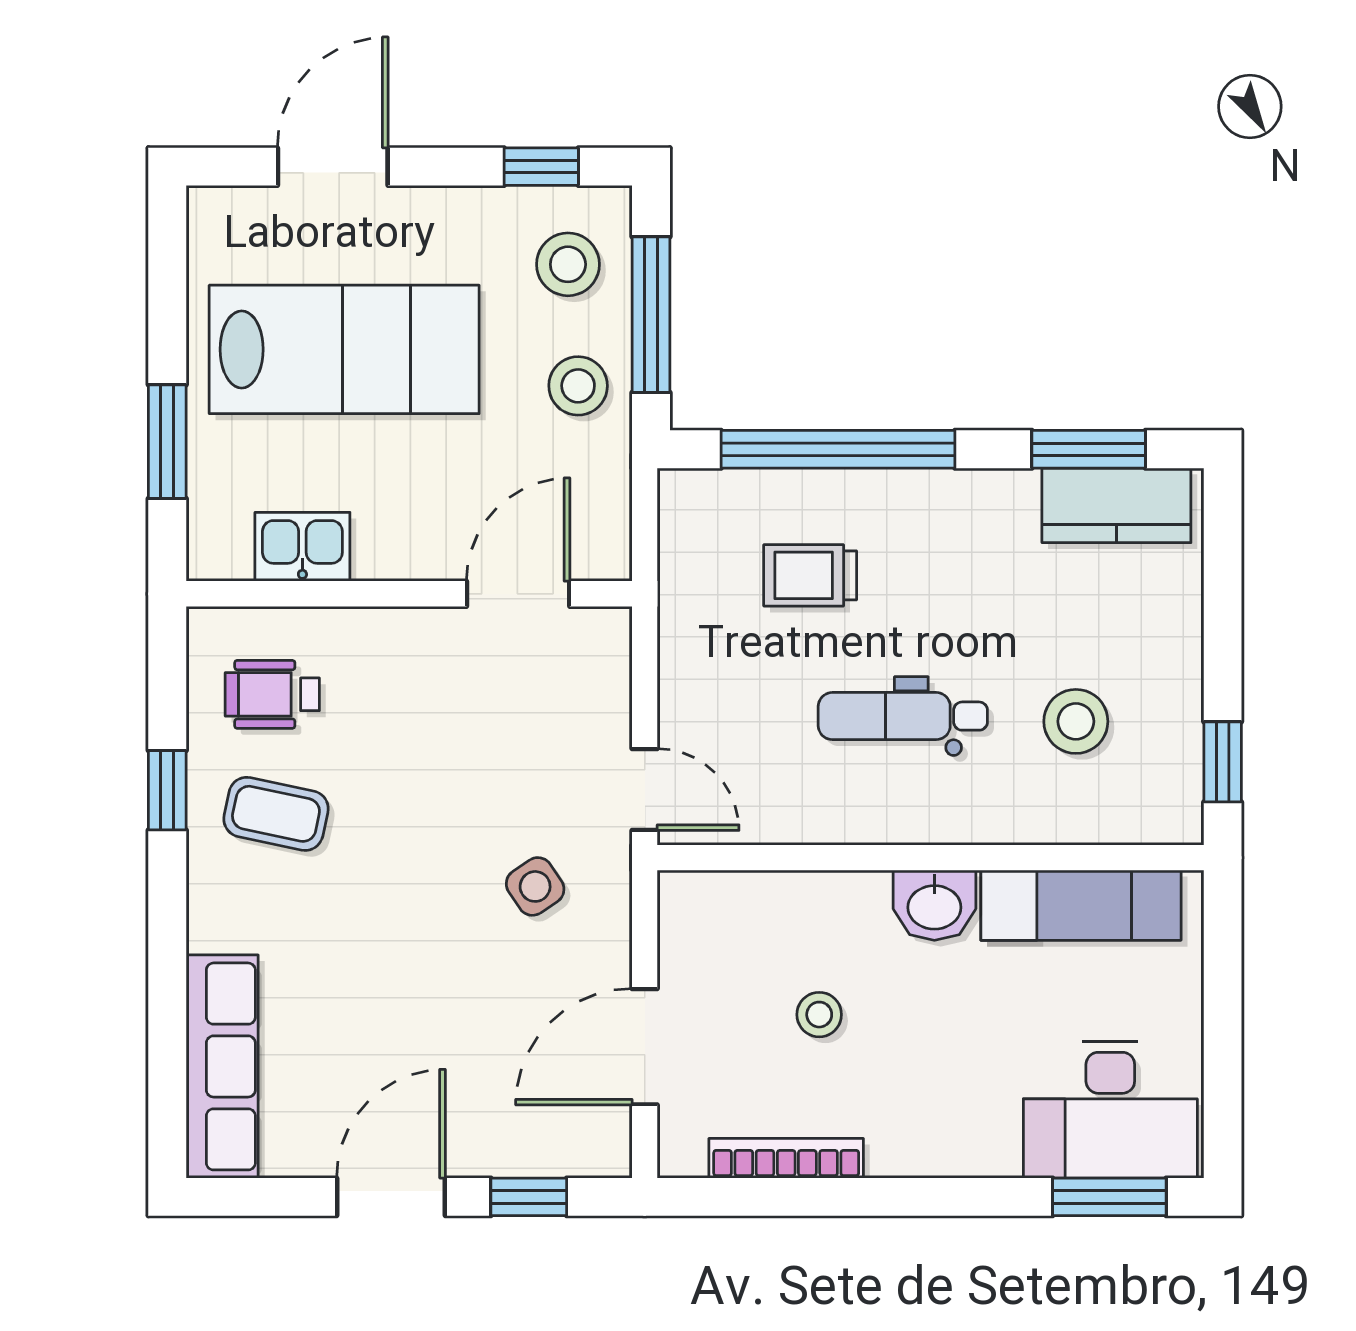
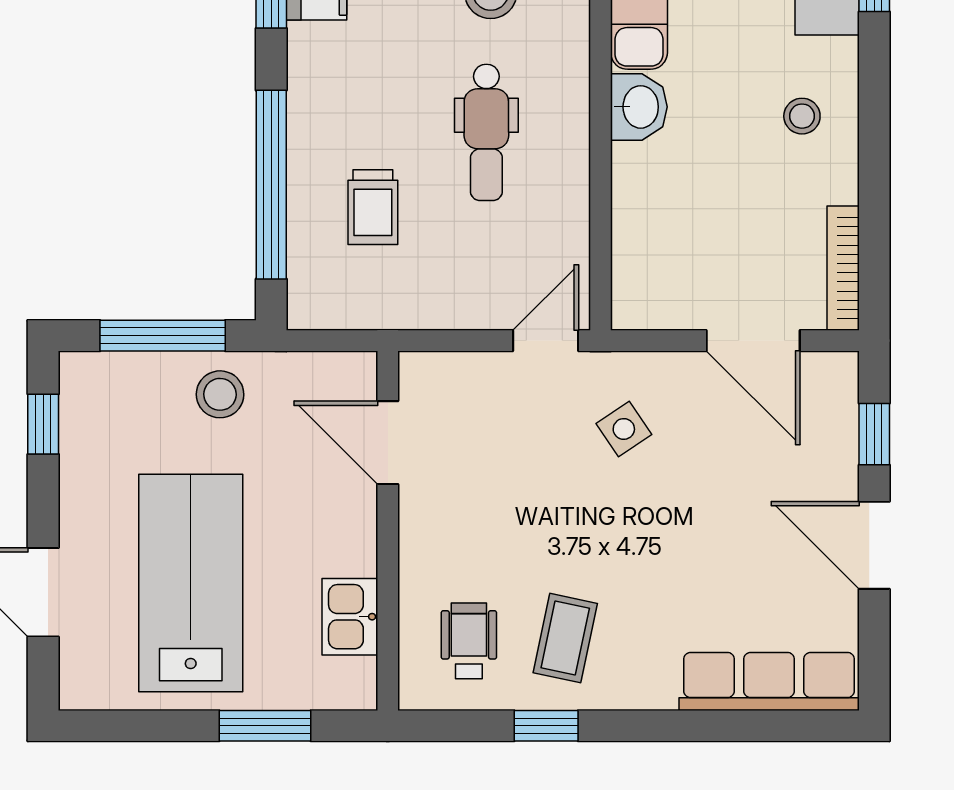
stool: (568, 264) -> (122, 402), removed
wheelchair: (272, 694) -> (469, 641), turned 180
stool: (819, 1015) -> (802, 116), moved
bookcase: (786, 1158) -> (843, 268), moved

